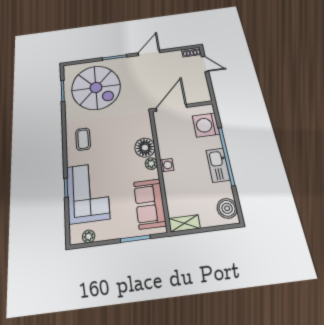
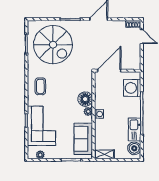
kitchen sink: (218, 165) -> (135, 129), moved

